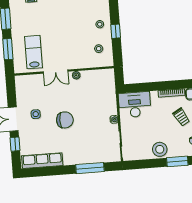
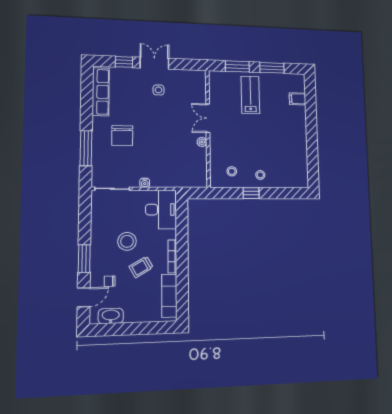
lab bench: (33, 52) -> (250, 95), moved, turned -90
chair: (65, 120) -> (122, 136), moved
stool: (160, 149) -> (127, 241), moved

